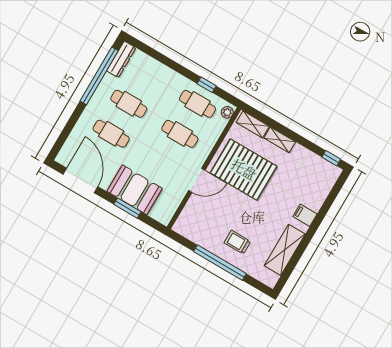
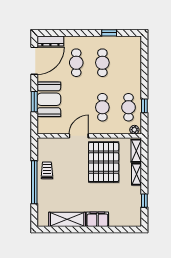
dresser: (121, 59) -> (50, 41), moved
window: (99, 76) -> (109, 33), width x0.32
window: (331, 158) -> (144, 201), moved
door: (197, 180) -> (79, 136), swing flipped
filing cabinet: (305, 215) -> (97, 219), width x2.00
trolley: (237, 242) -> (47, 170), moved

